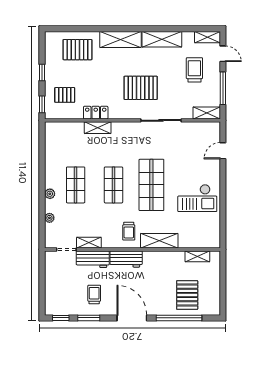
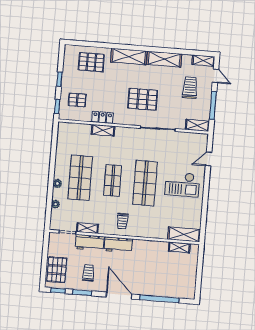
shop shelf: (76, 185) -> (80, 178), width x1.43, depth x1.36
checkout: (197, 198) -> (182, 184), moved
shelving: (159, 241) -> (184, 234), moved
pallet: (187, 295) -> (57, 270), moved

